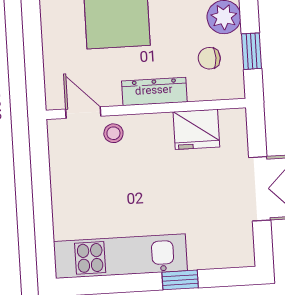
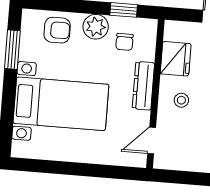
stool: (113, 133) -> (181, 100), moved

